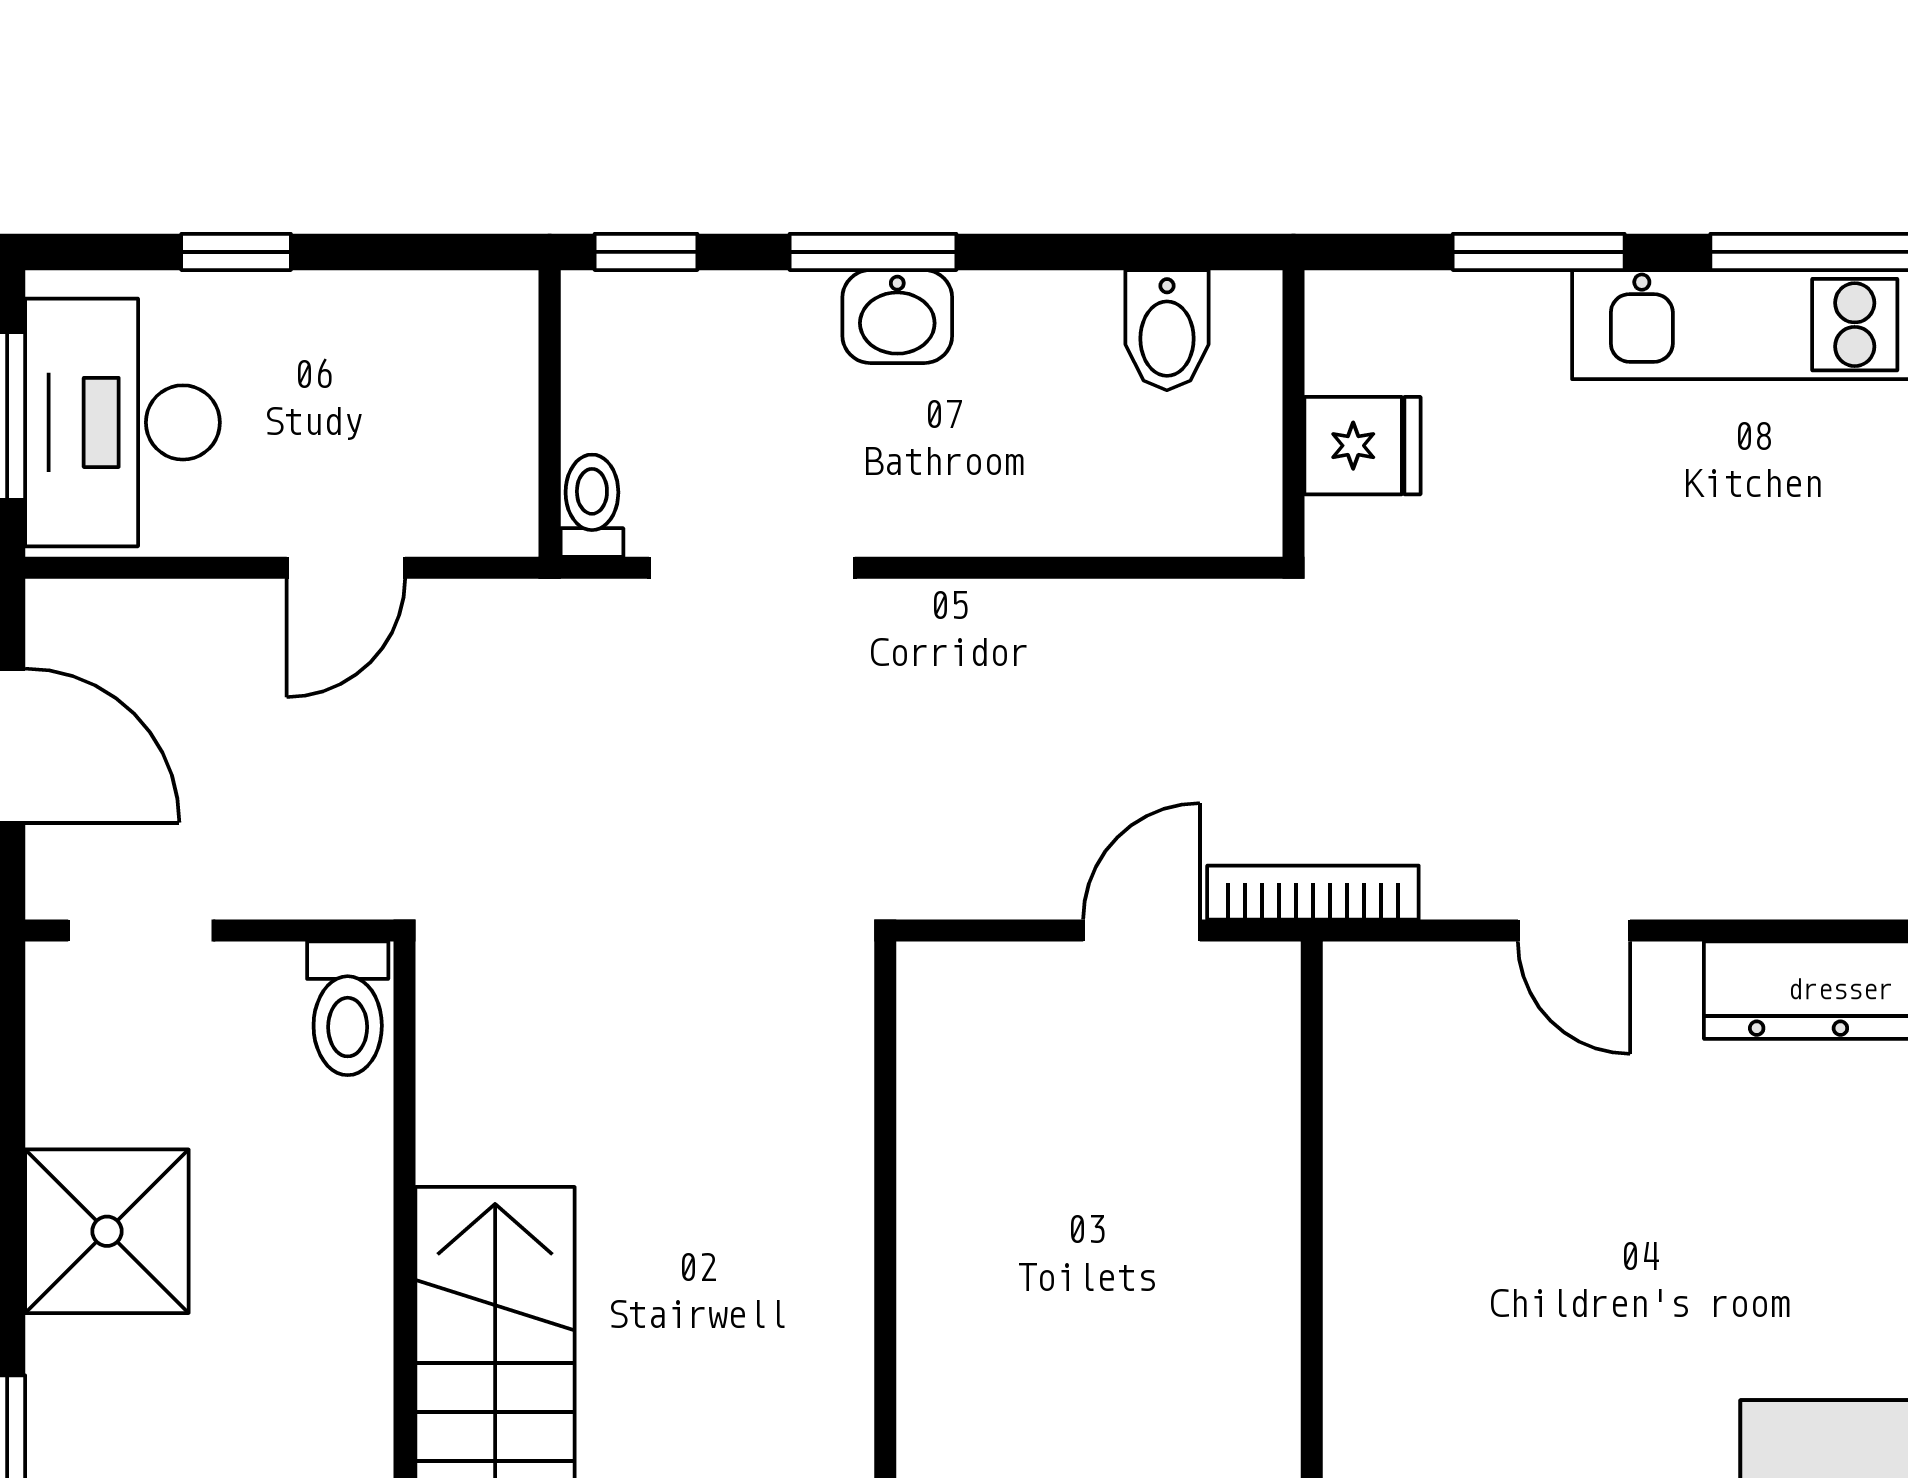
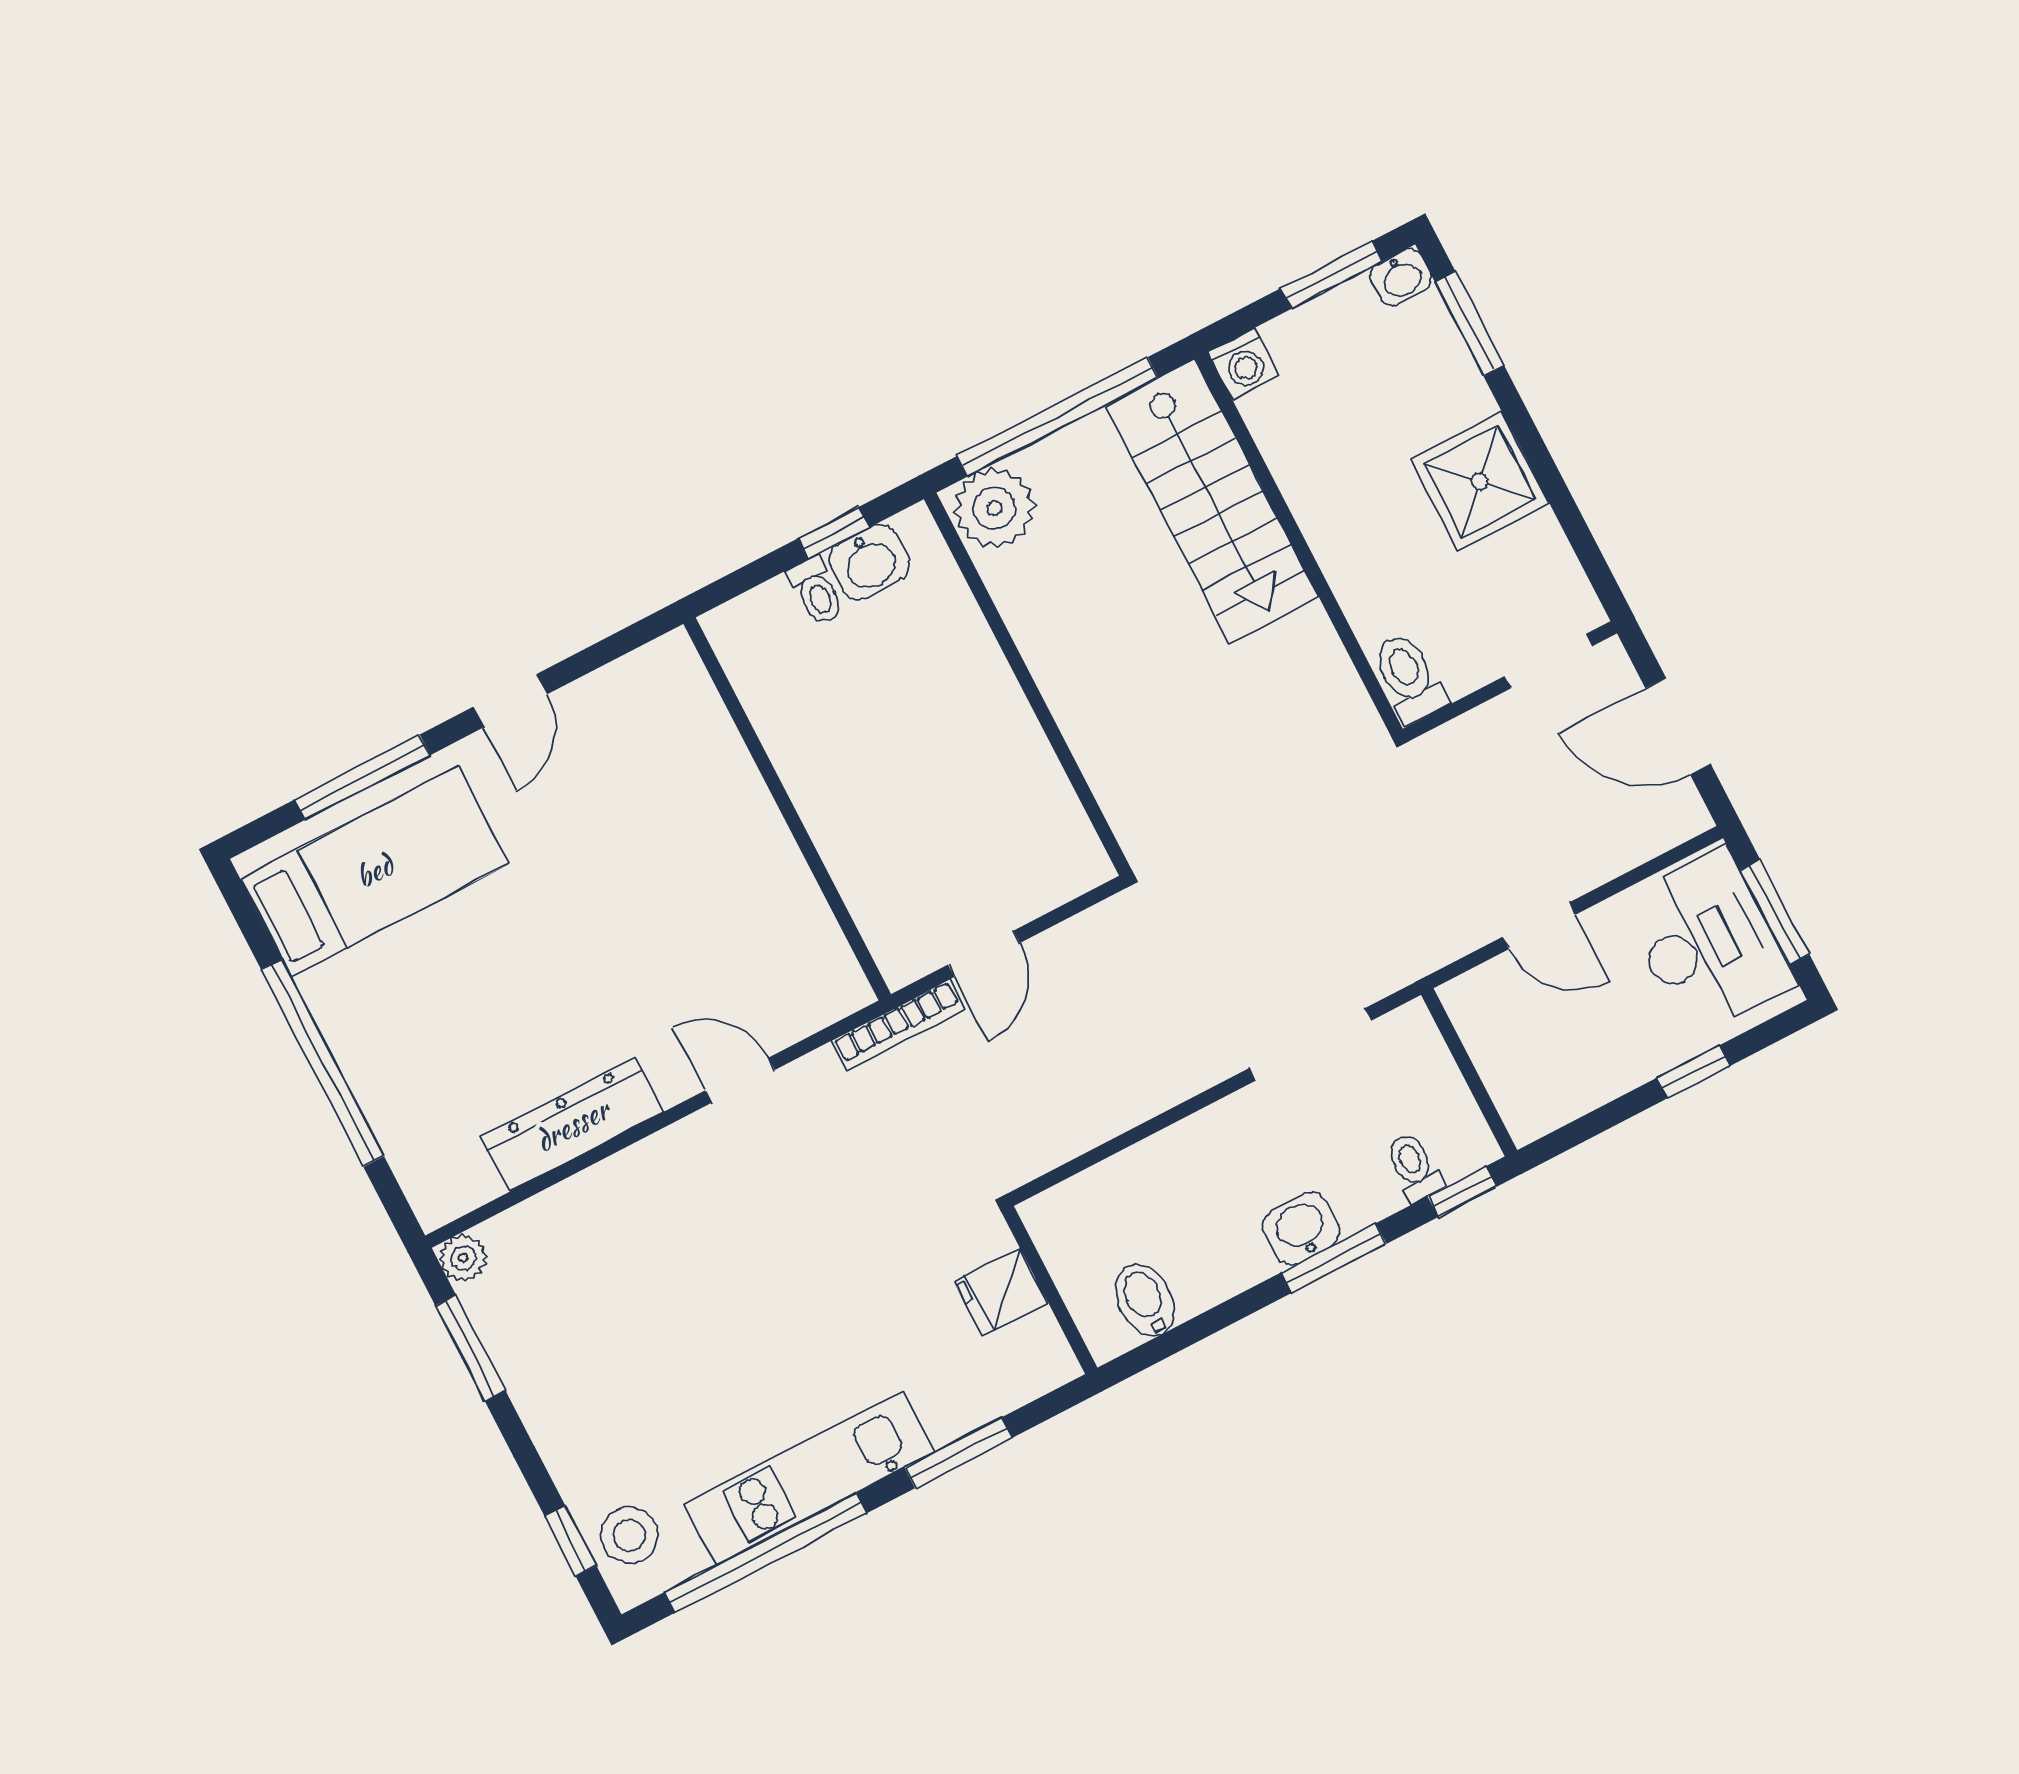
toilet: (592, 506) -> (1414, 1167), moved, turned 180
door: (346, 568) -> (1539, 926), swing flipped

